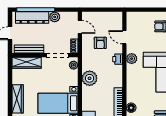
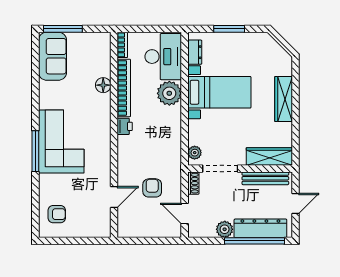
door: (124, 37) -> (114, 197), hinge flipped
printer: (118, 59) -> (125, 126), moved
plant: (132, 59) -> (102, 163), removed
plant: (90, 78) -> (169, 93), moved

